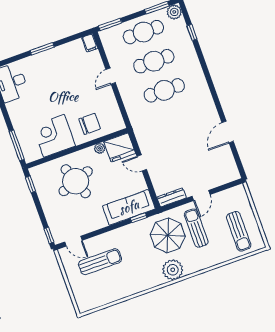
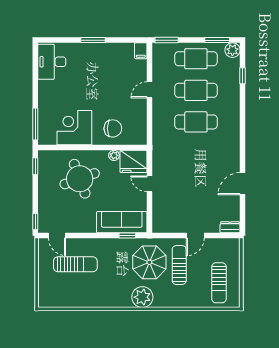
dresser: (172, 197) -> (230, 227), moved, width x0.70

